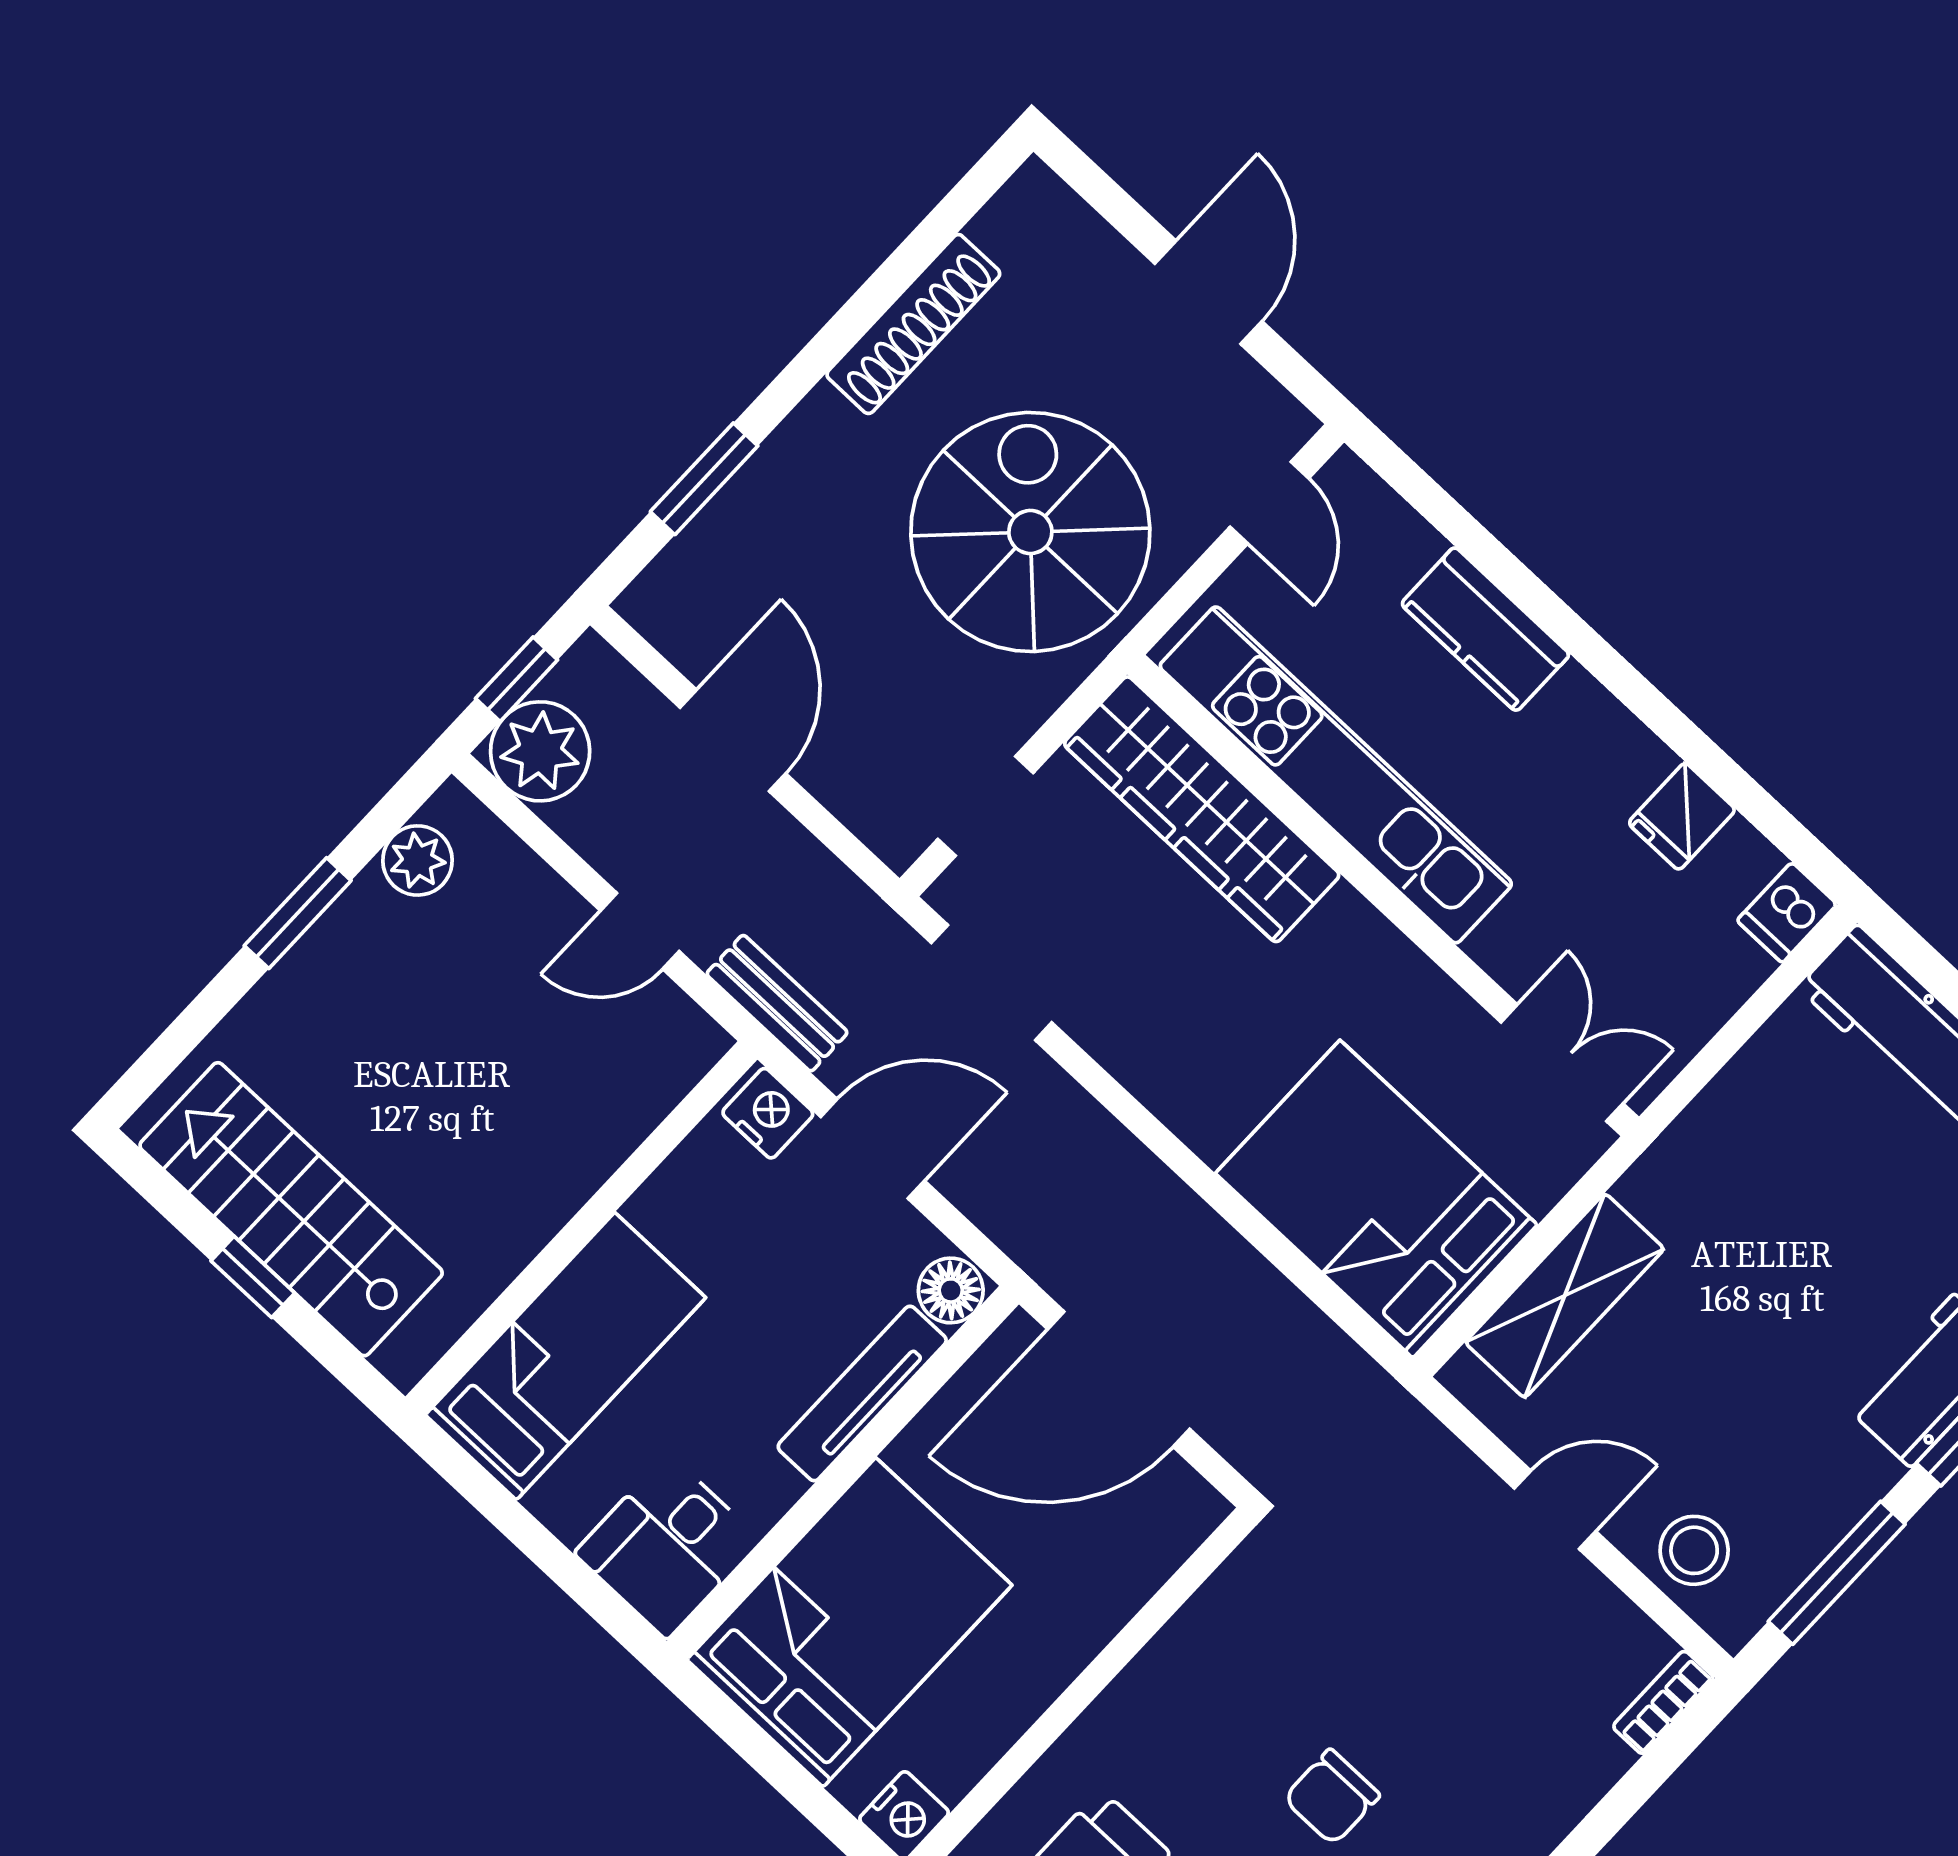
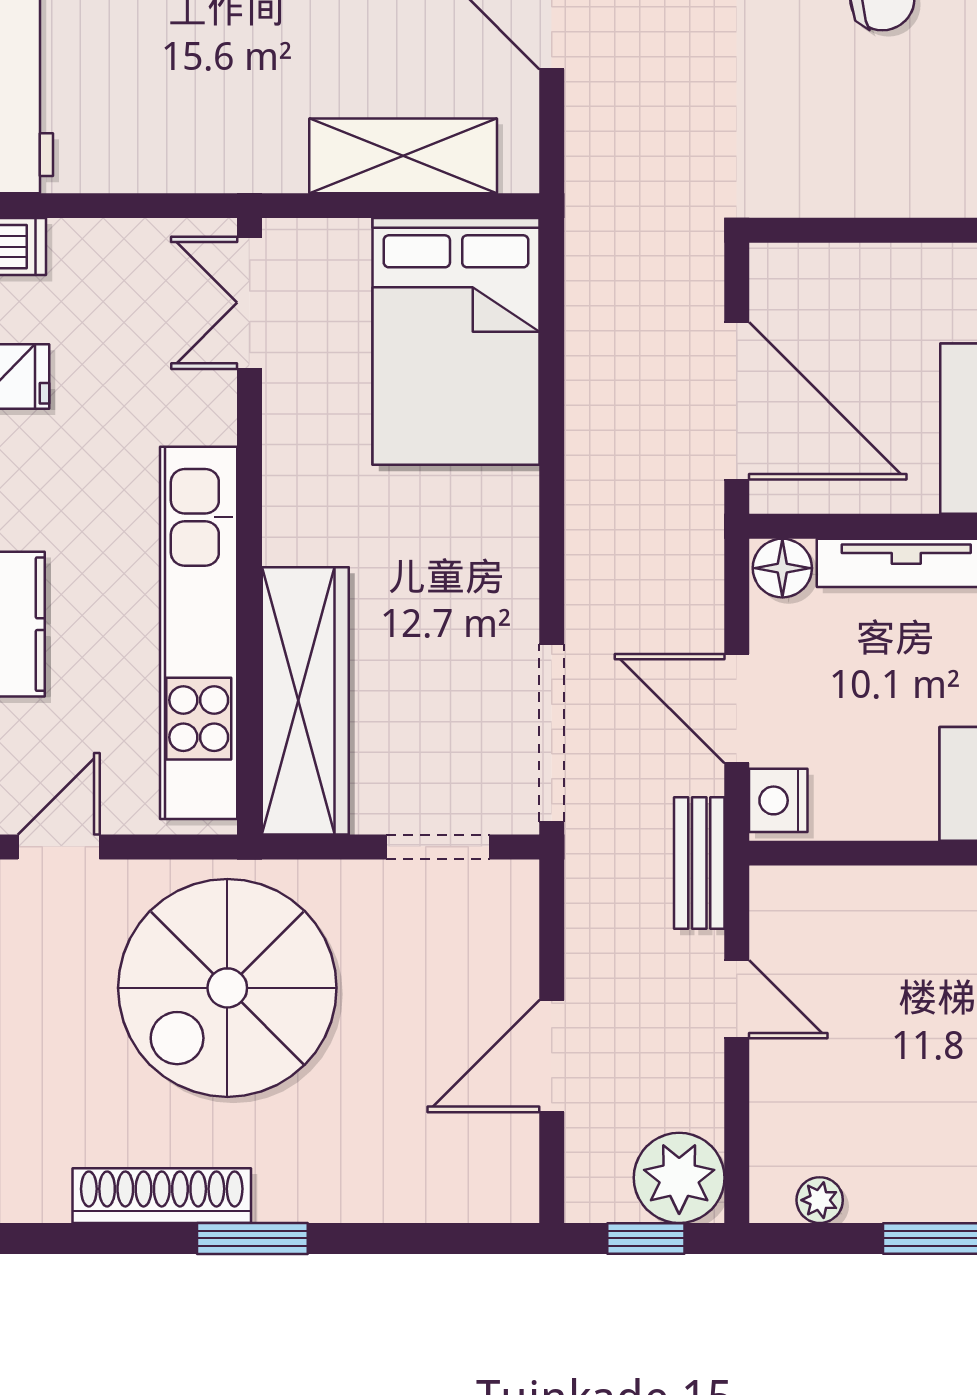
window: (704, 479) -> (252, 1238), moved
plant: (418, 860) -> (820, 1200), width x0.73, depth x0.73
doorway: (992, 983) -> (552, 733), width x1.36

